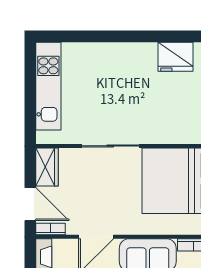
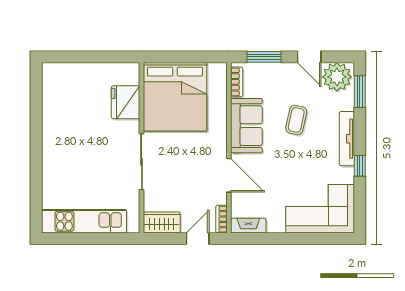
fridge: (175, 57) -> (126, 102), moved, turned 180
door: (30, 204) -> (198, 239), width x0.73

